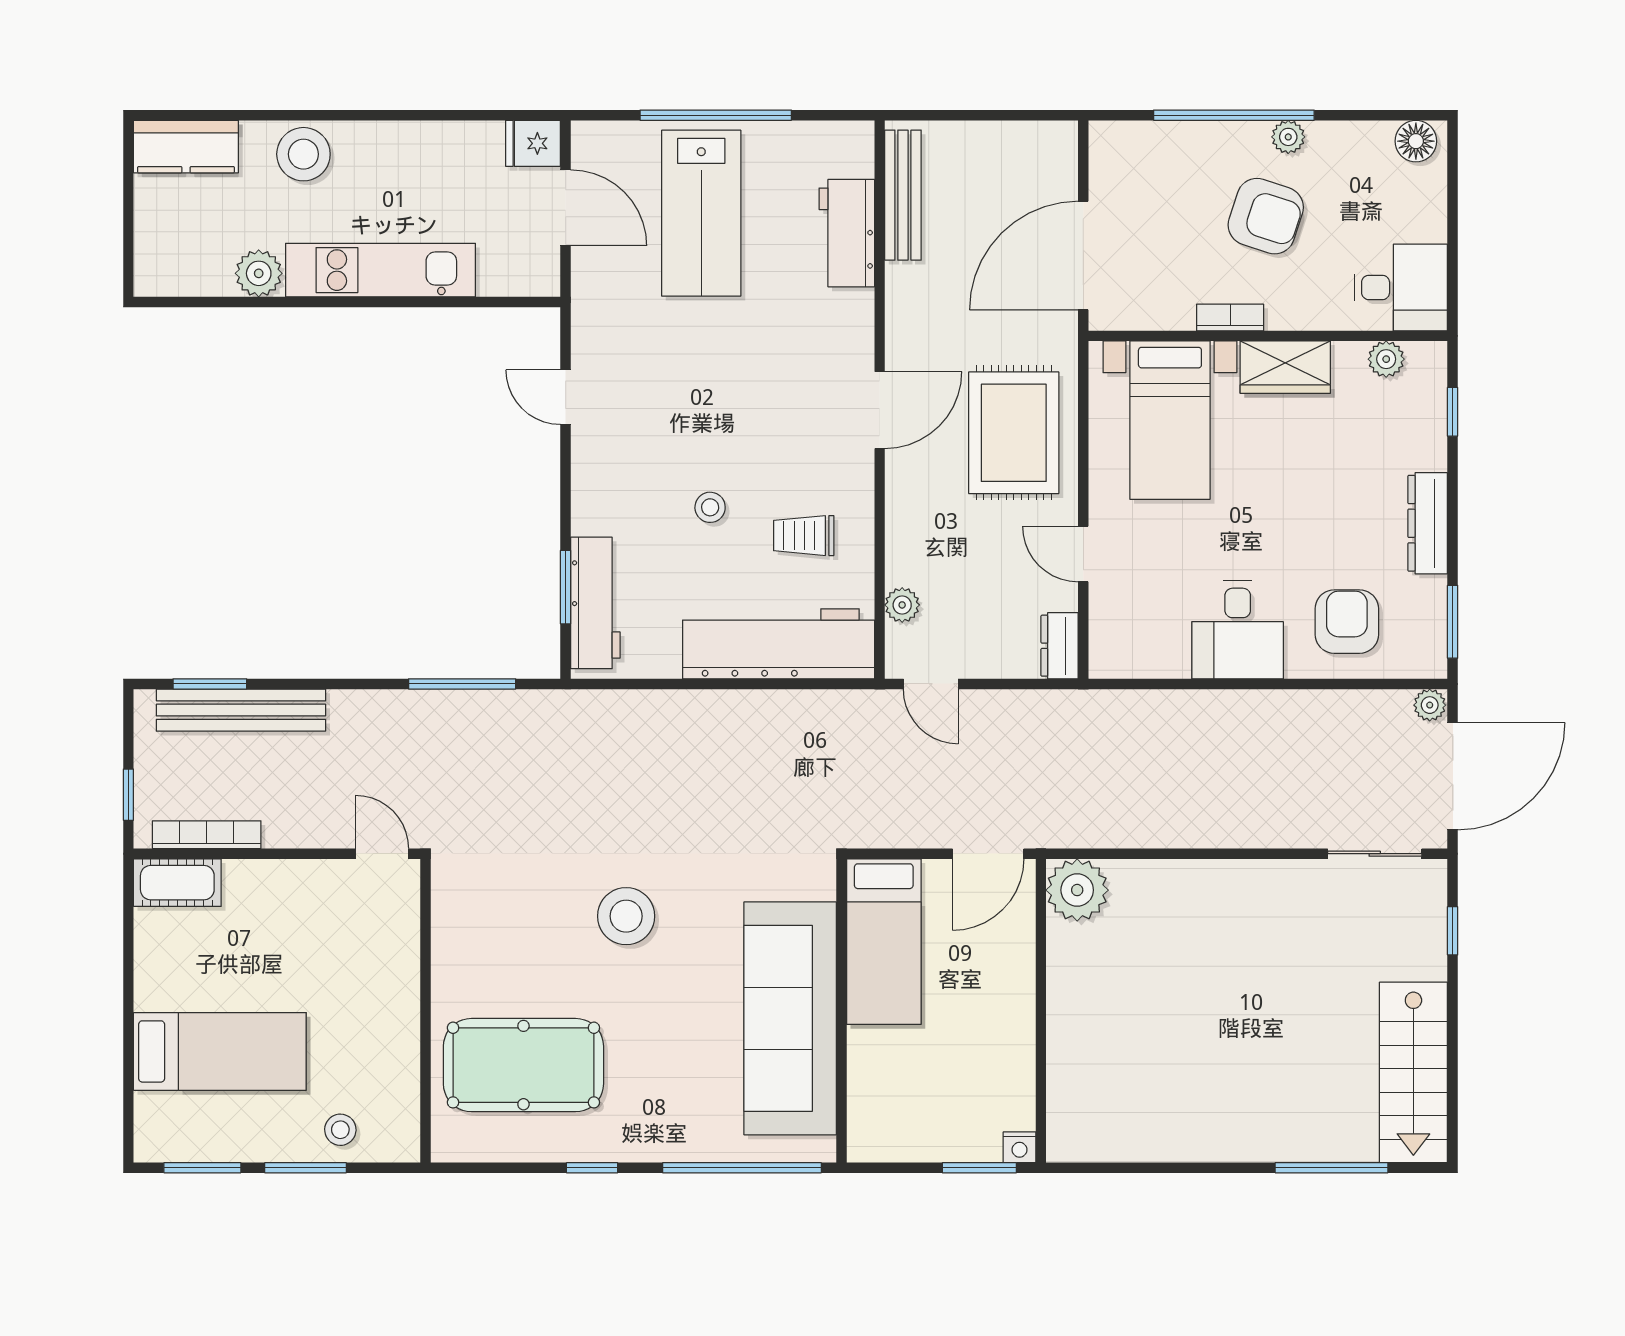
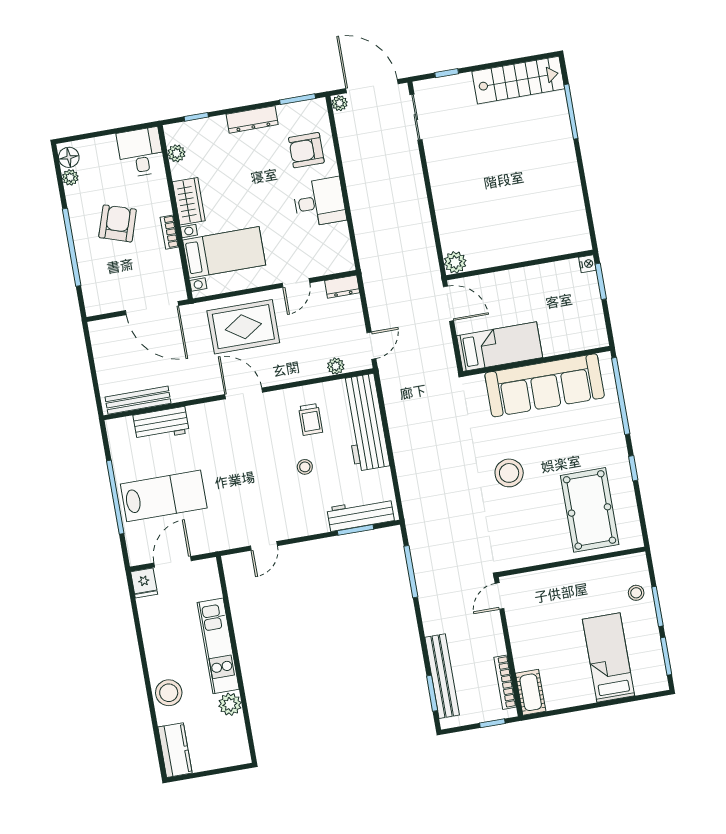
plant: (1288, 137) -> (70, 177), moved
plant: (1077, 890) -> (455, 262), width x0.73, depth x0.73

